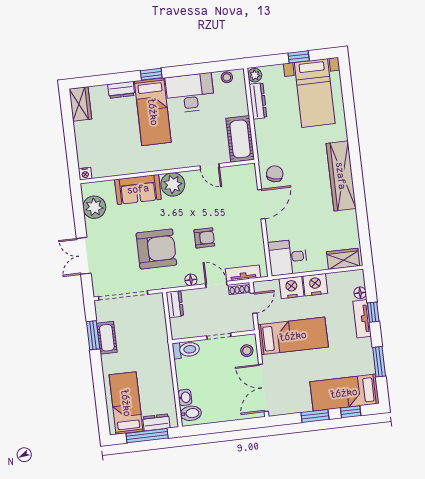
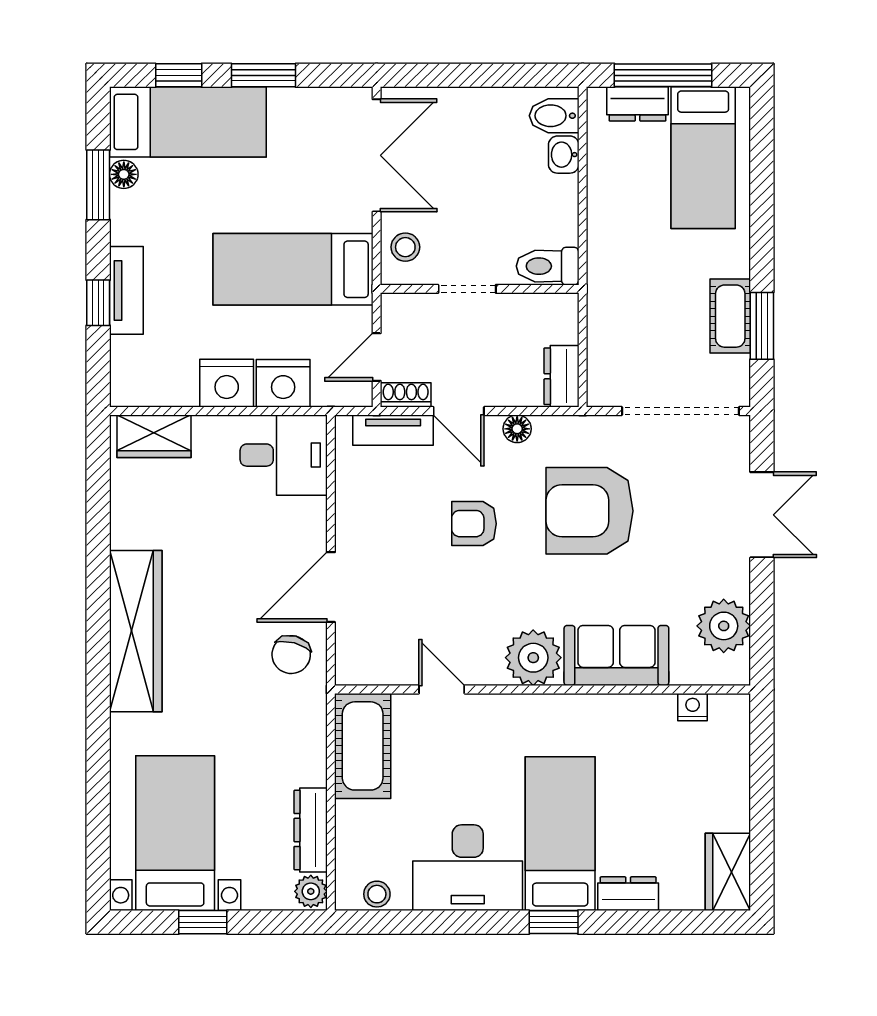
nightstand: (85, 174) -> (693, 707), moved
floor lamp: (360, 293) -> (124, 174), moved

